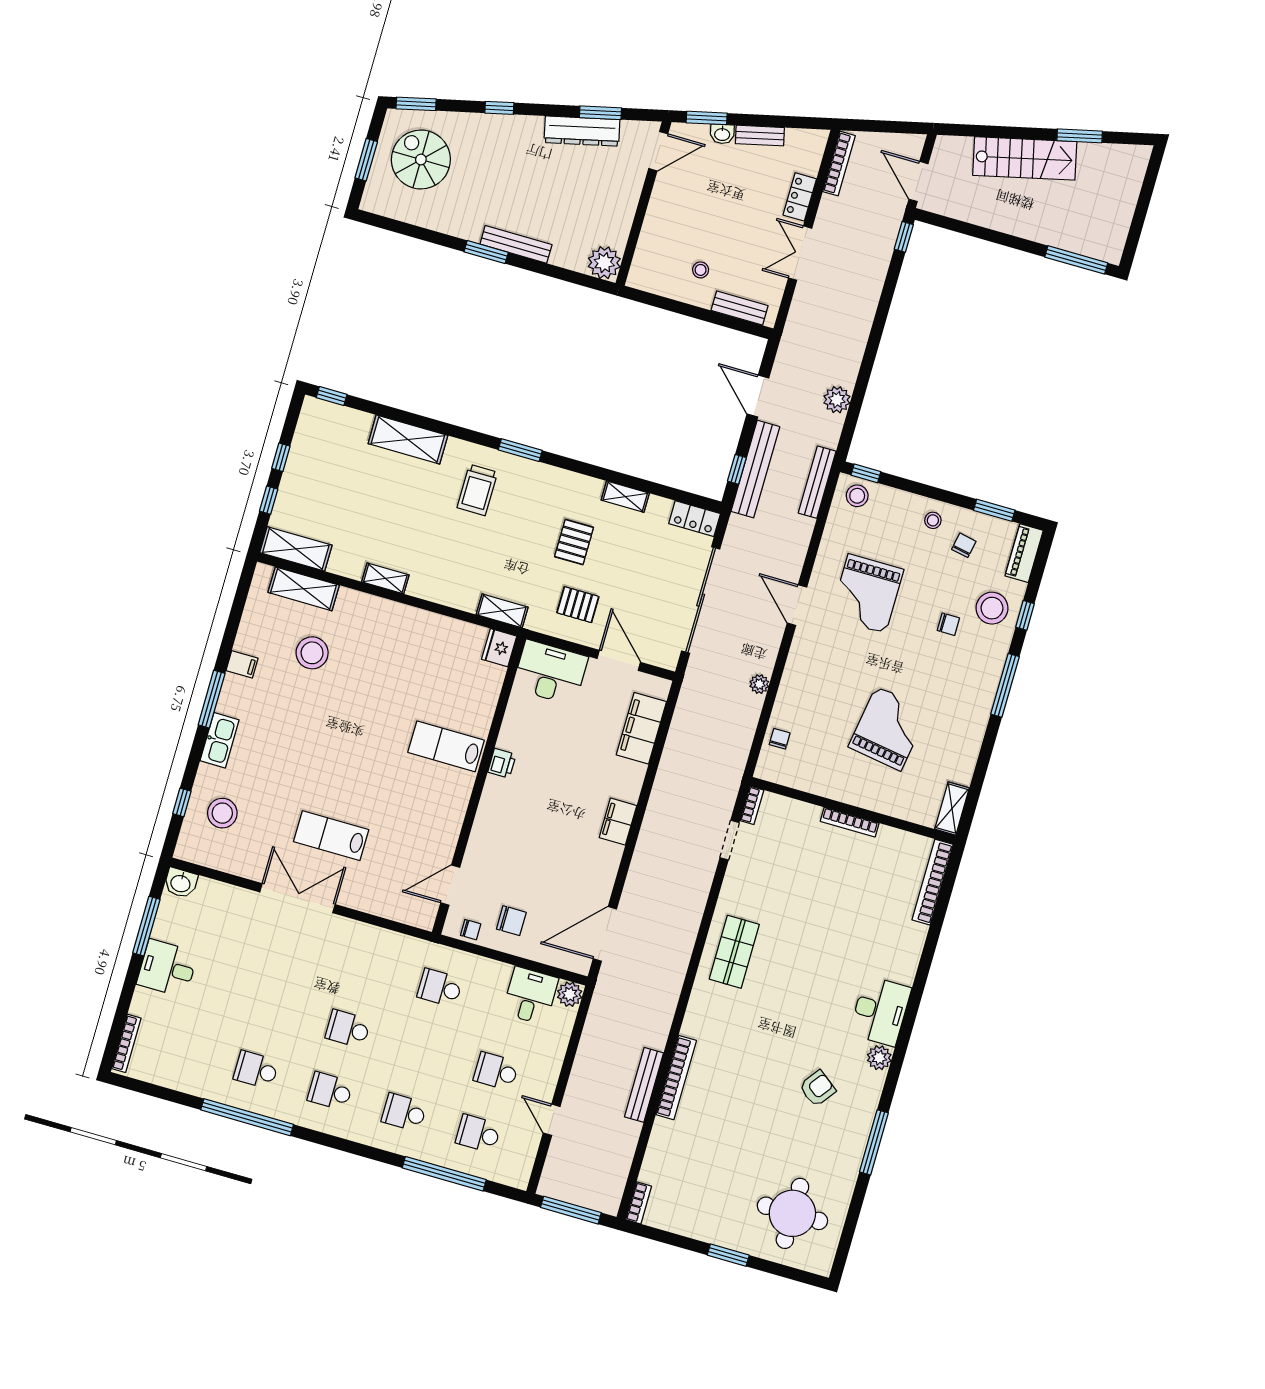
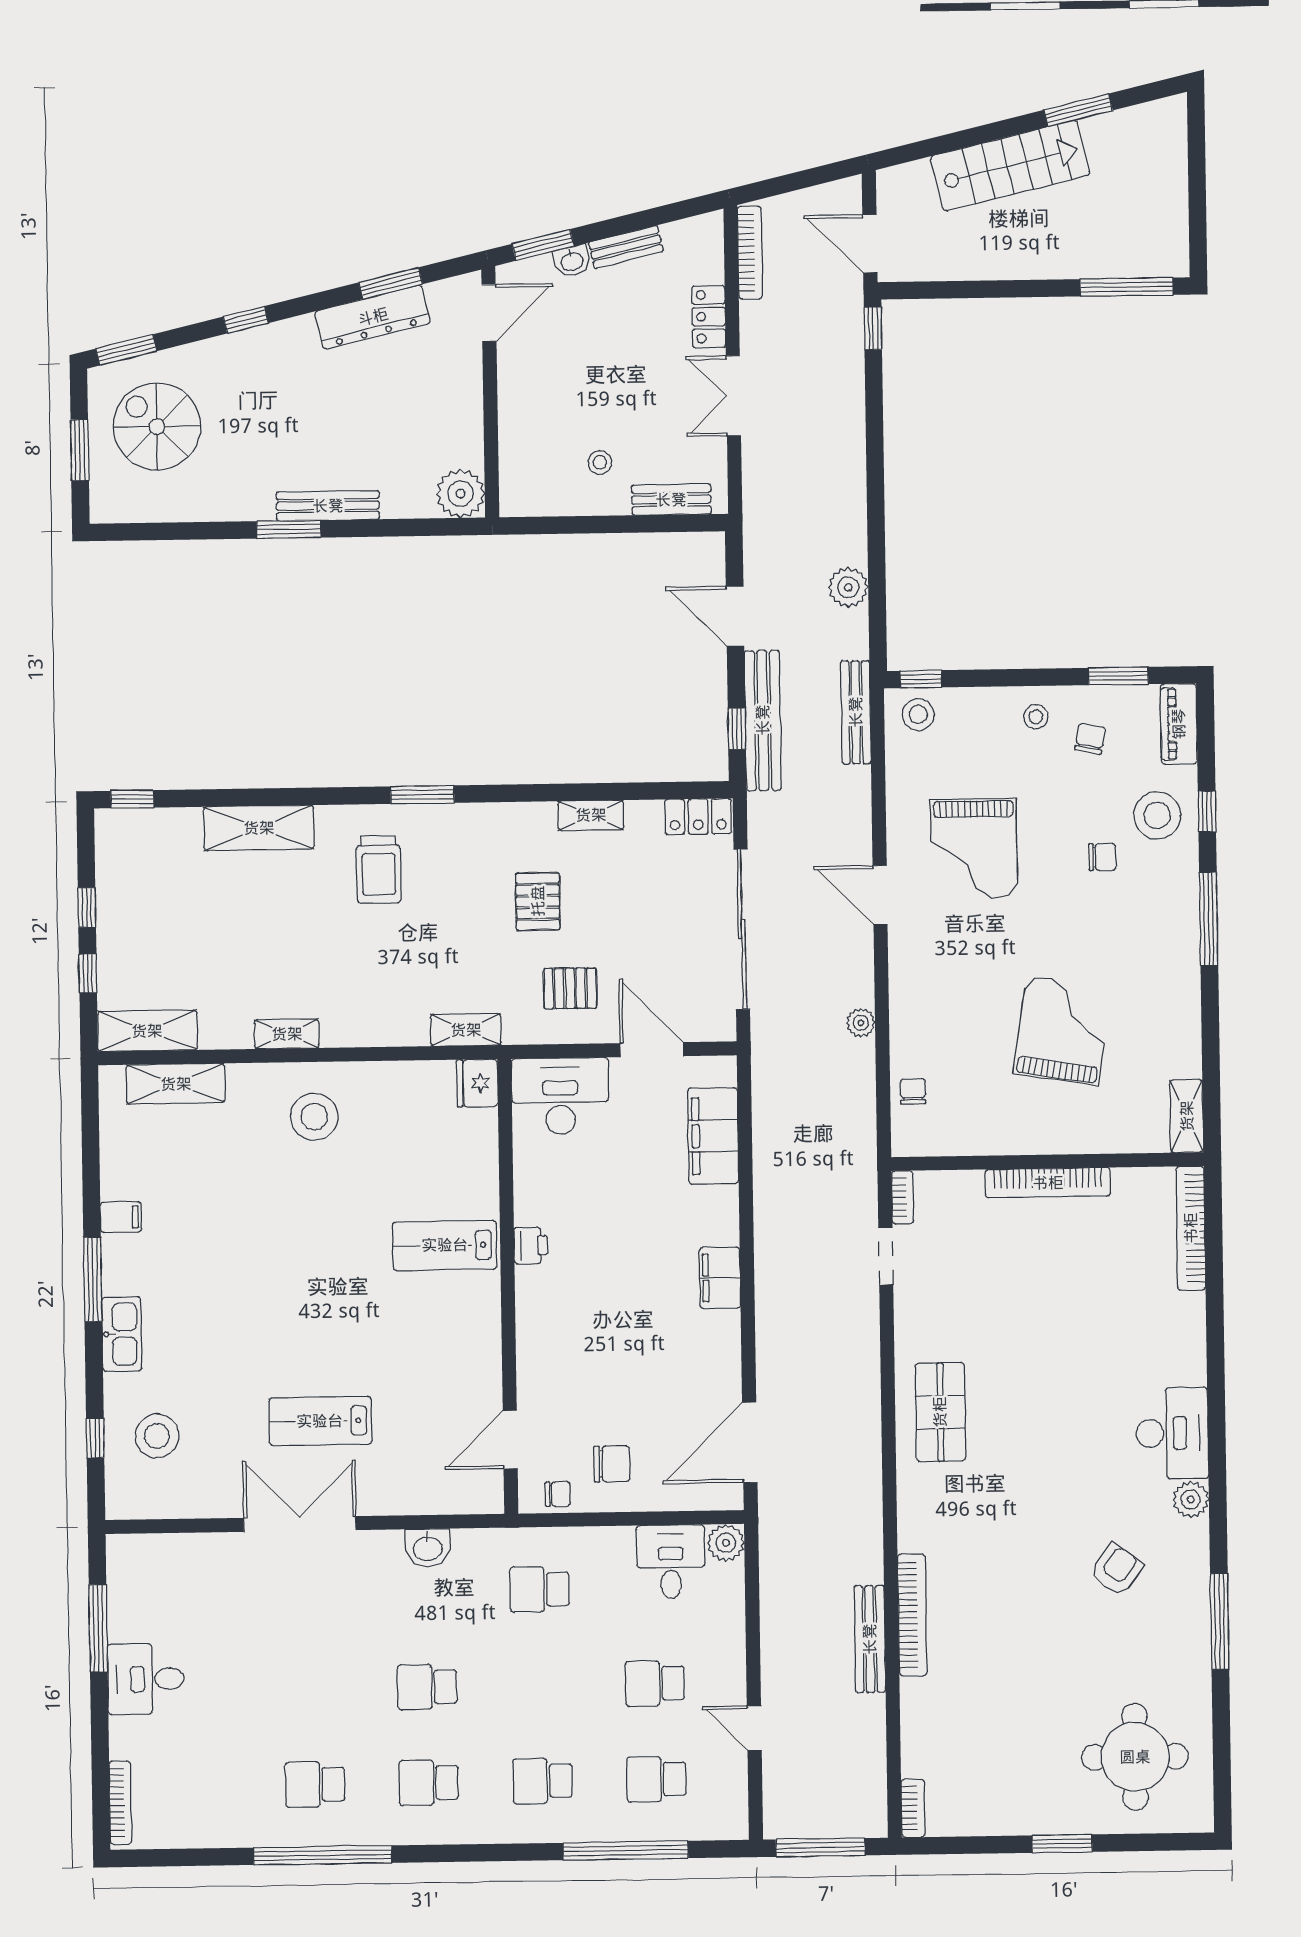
stool: (312, 653) -> (314, 1117), moved
bookcase: (850, 822) -> (1048, 1183), width x1.48, depth x1.31
washbasin: (181, 883) -> (428, 1548), moved

